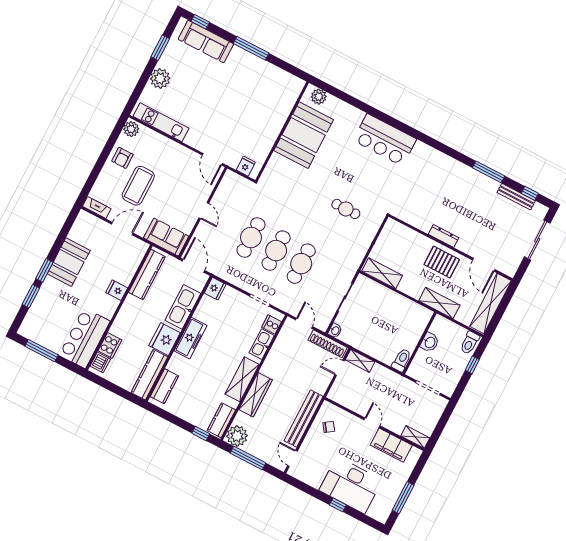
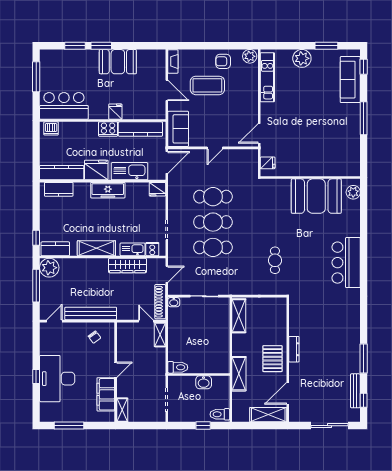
shelving: (491, 303) -> (268, 415), width x0.68
cooker: (110, 345) -> (108, 129), moved
wardrobe: (256, 395) -> (127, 265), moved

